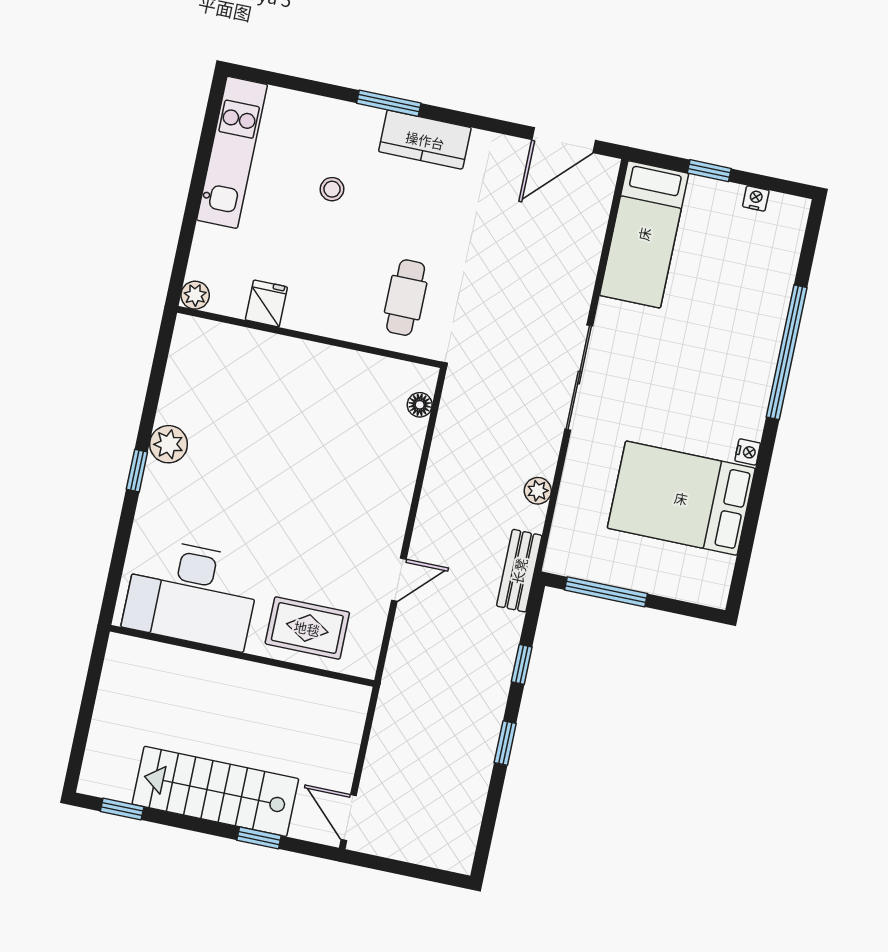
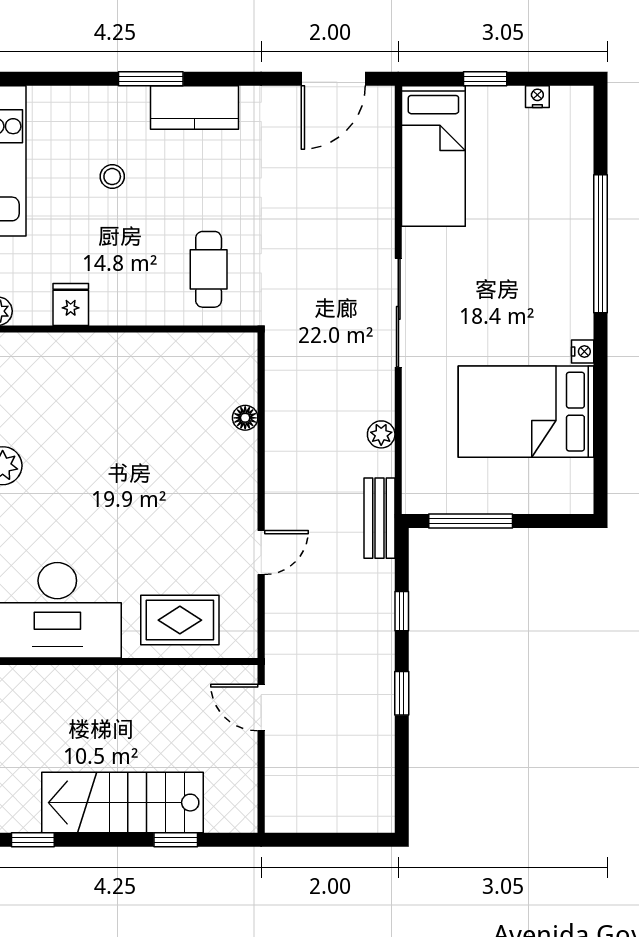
floor lamp: (420, 405) -> (245, 418), moved
door: (349, 818) -> (261, 707), moved

